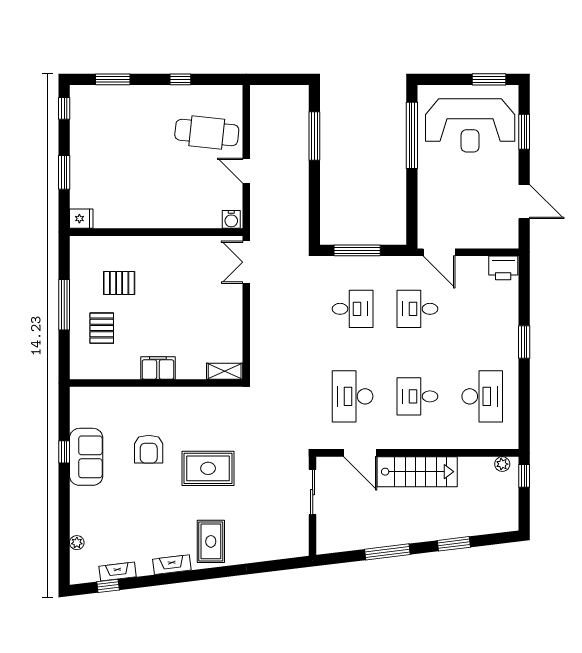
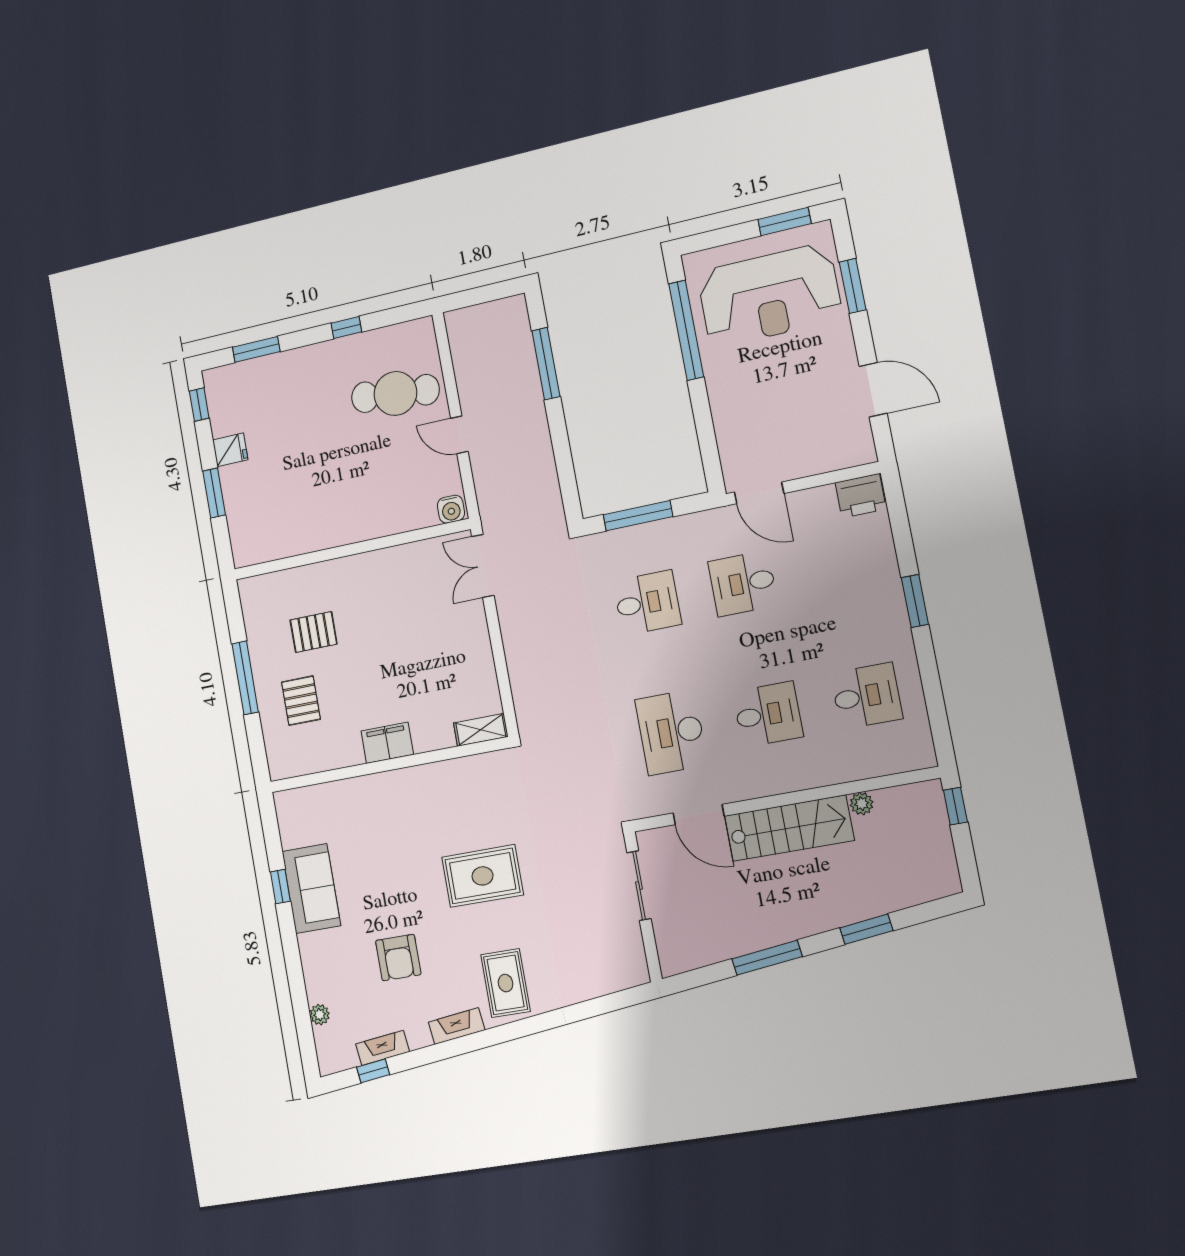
fridge: (81, 219) -> (230, 450), moved
desk: (417, 396) -> (768, 714), turned 180
desk: (482, 396) -> (866, 696), width x0.73
armchair: (149, 449) -> (398, 958), moved
plant: (502, 464) -> (862, 804), moved

